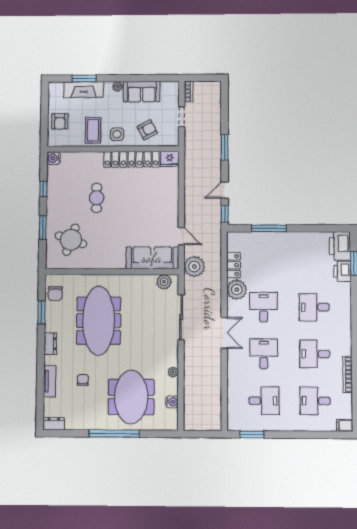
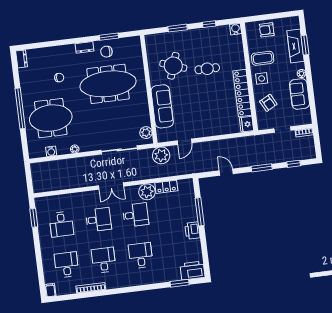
window: (225, 214) -> (294, 164), moved
round table: (71, 240) -> (173, 66), moved
sofa: (152, 258) -> (162, 106), moved
printer: (342, 271) -> (192, 231), moved, turned -90
chair: (55, 293) -> (106, 52), moved
tv unit: (50, 381) -> (55, 51), removed

